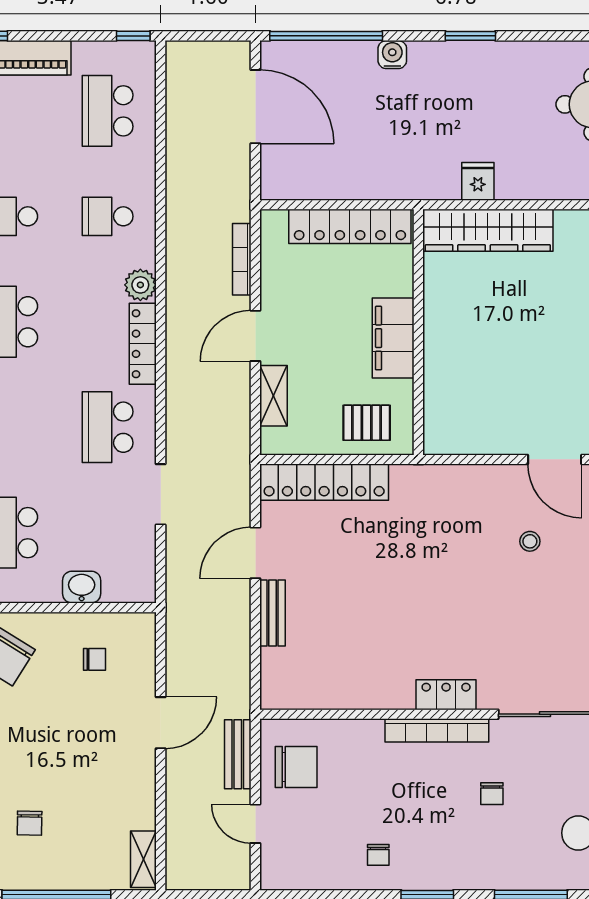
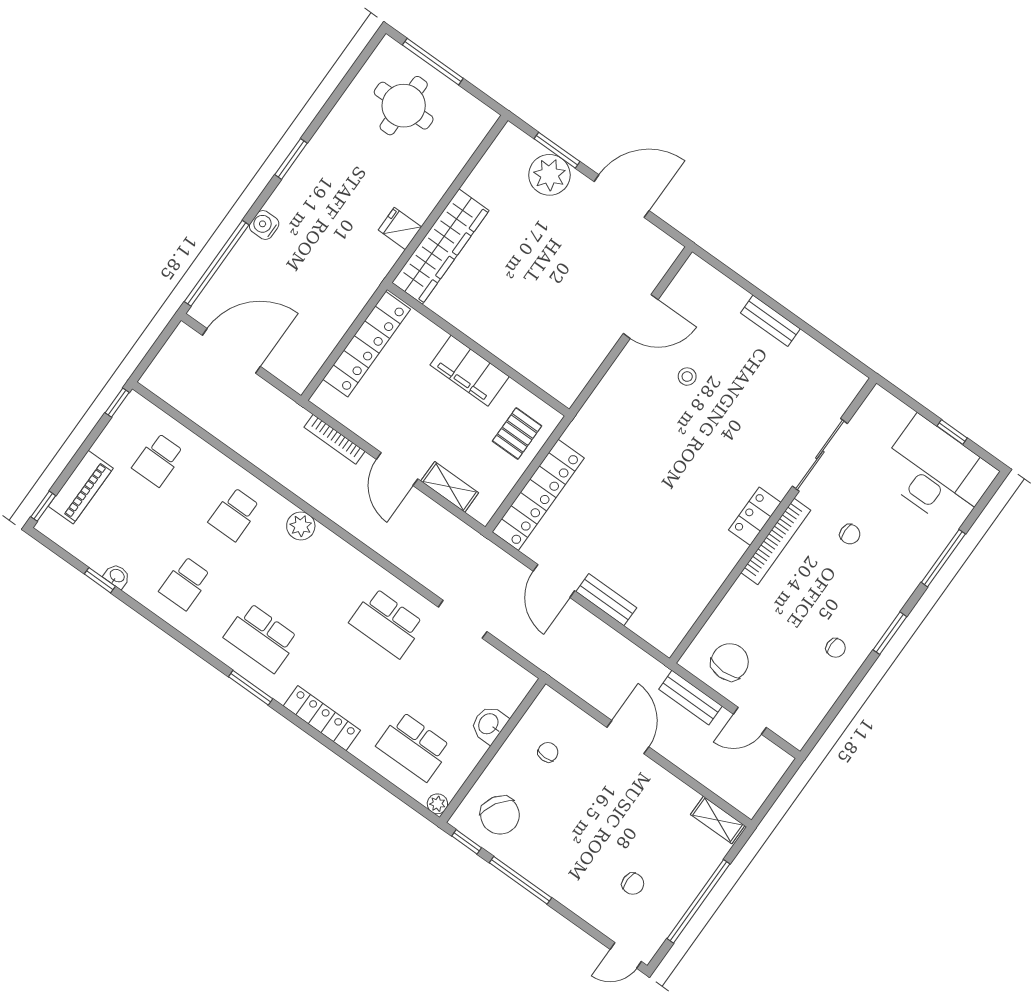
school desk: (108, 111) -> (158, 460), width x0.54
locker: (143, 344) -> (345, 555), removed

